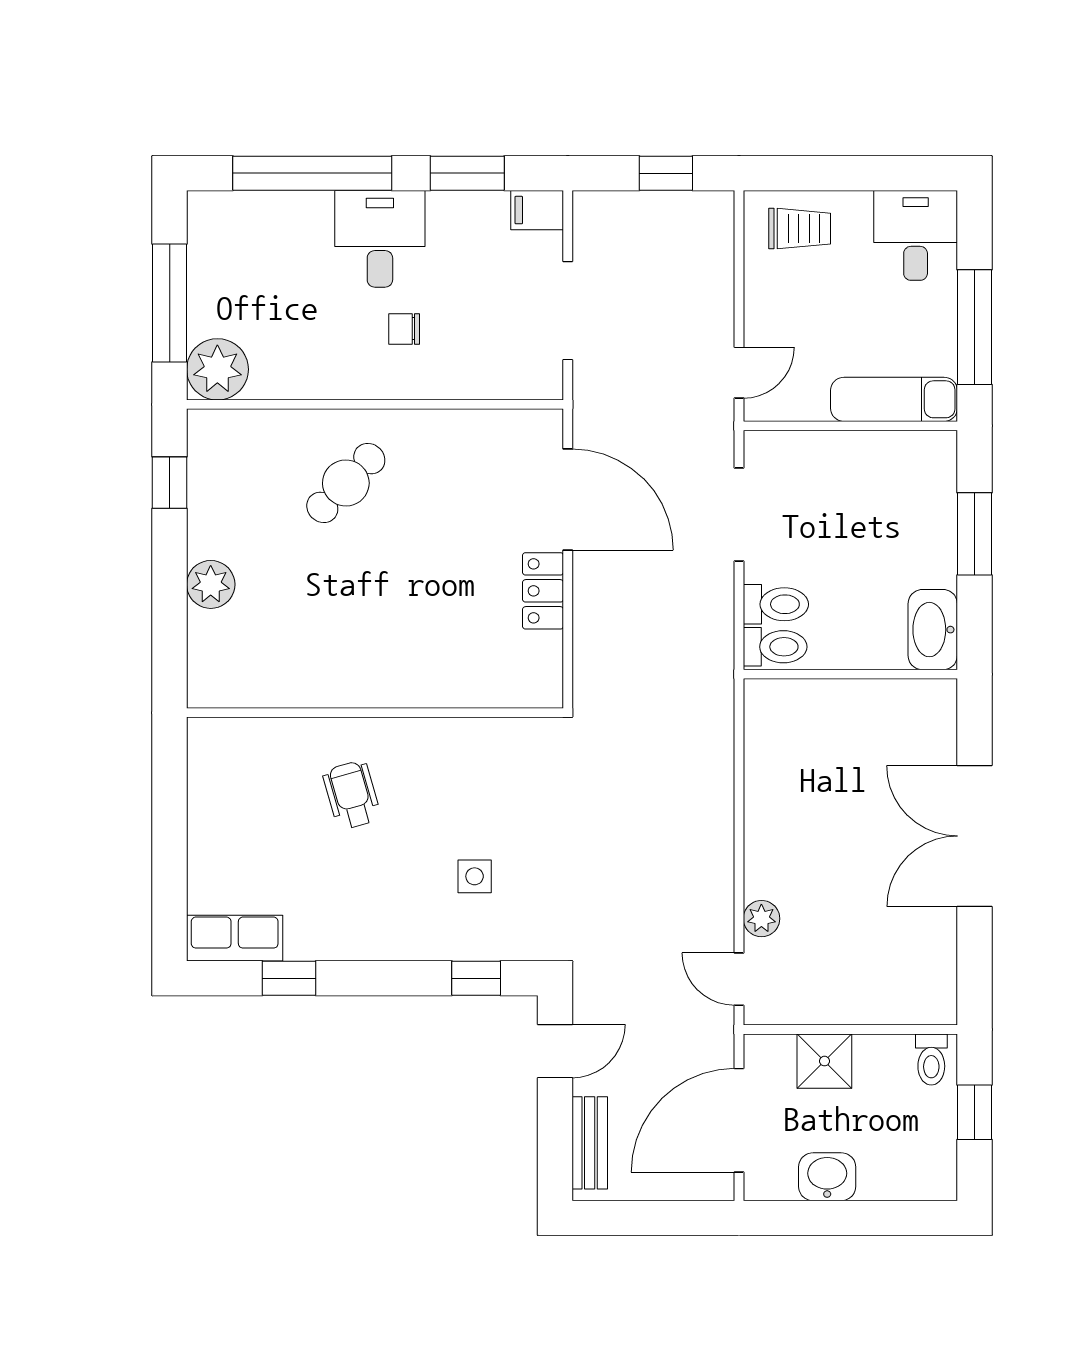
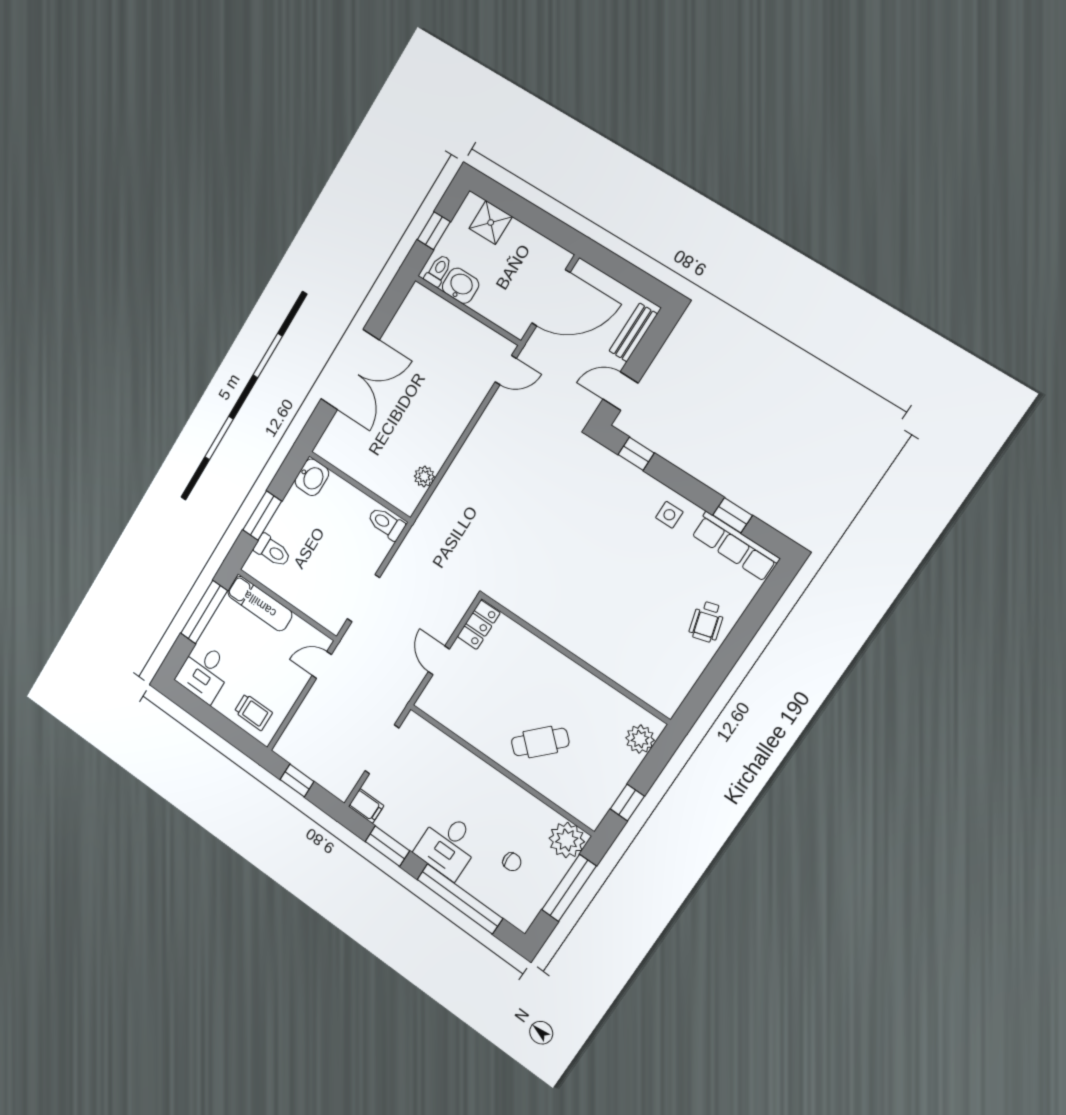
trolley: (800, 229) -> (253, 712), turned 180
chair: (404, 329) -> (512, 862), moved
door: (568, 500) -> (439, 660), width x0.53
toilet: (776, 604) -> (272, 551), moved, turned 180
washbasin: (933, 630) -> (312, 477), width x0.72
wall: (375, 713) -> (575, 658), moved
wheelchair: (352, 795) -> (707, 622), moved
side table: (475, 876) -> (669, 515), moved
plant: (761, 919) -> (424, 476), moved
row of seats: (235, 938) -> (735, 546), width x1.48
door: (739, 979) -> (506, 370), hinge flipped
shower: (824, 1061) -> (491, 222), moved
washbasin: (827, 1177) -> (460, 286), moved, turned 180

